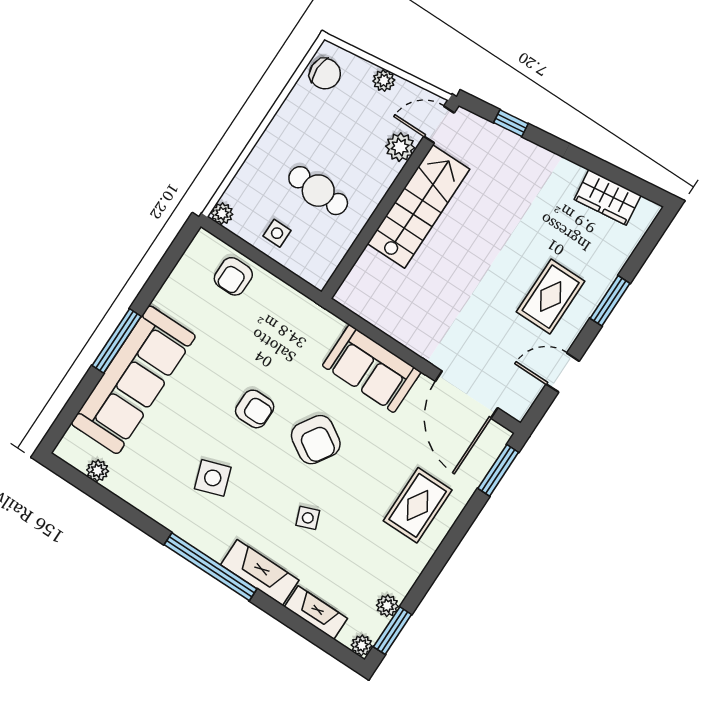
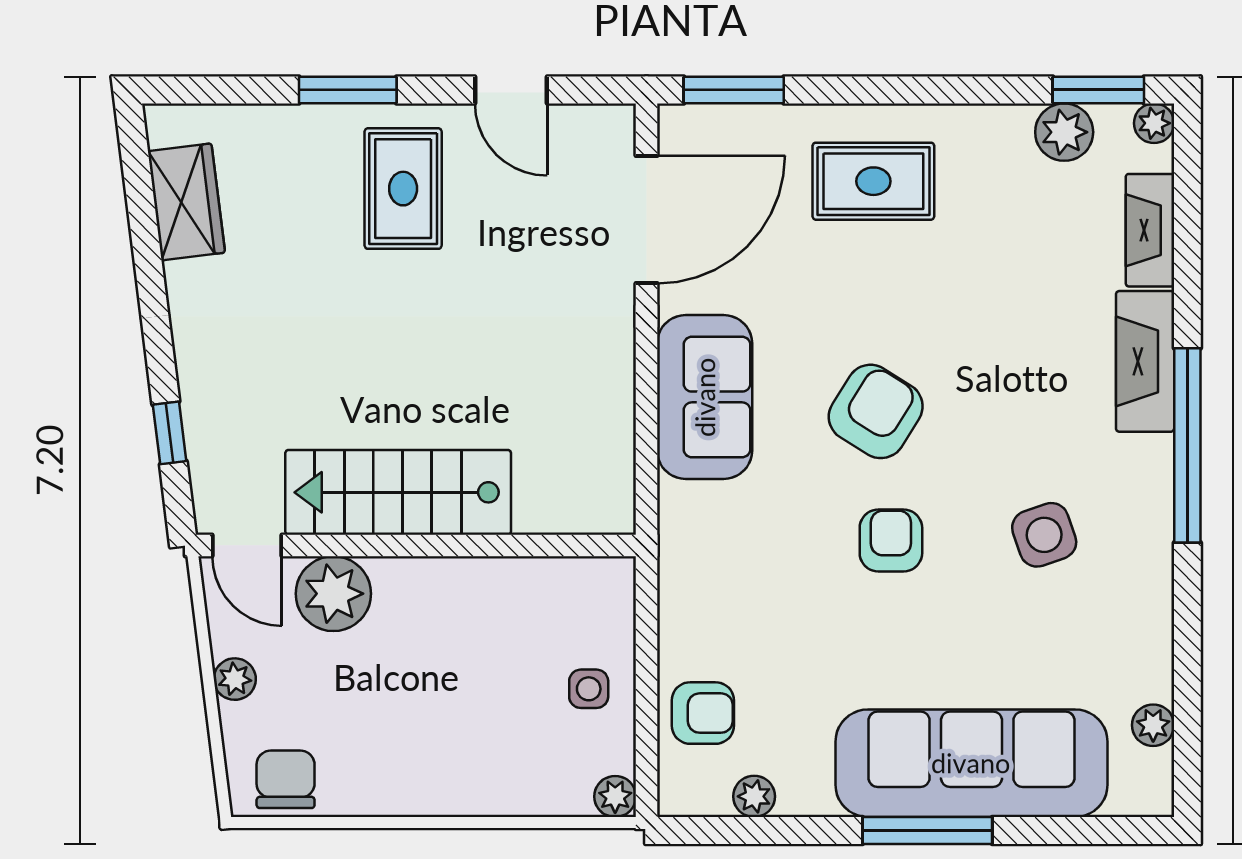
plant: (400, 147) -> (333, 594), width x1.36, depth x1.36
cafe table: (318, 191) -> (478, 668), removed
plant: (182, 275) -> (754, 796), added
rug: (551, 297) -> (403, 189), turned 90
side table: (308, 518) -> (1008, 342), removed
plant: (387, 606) -> (1064, 132), width x1.38, depth x1.38

